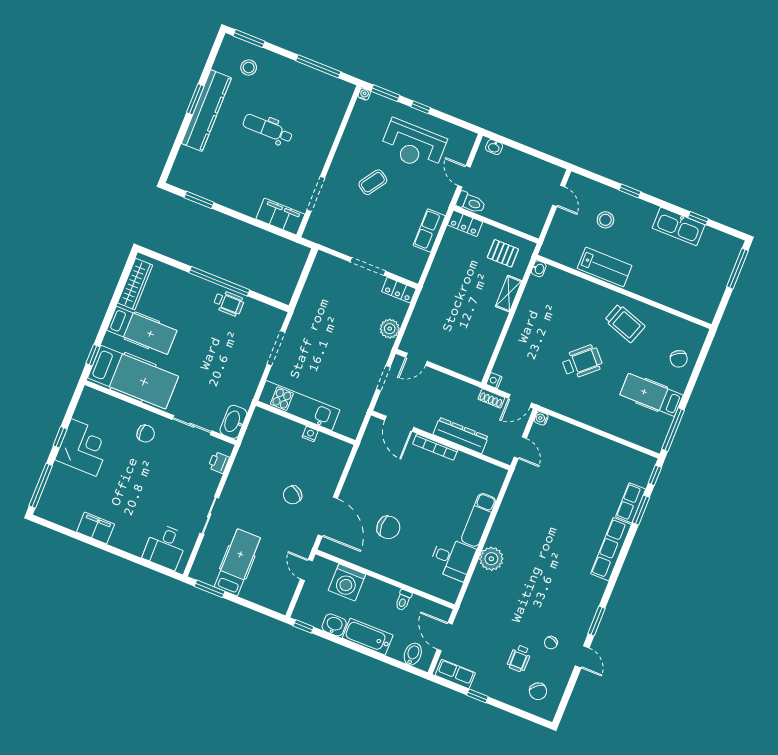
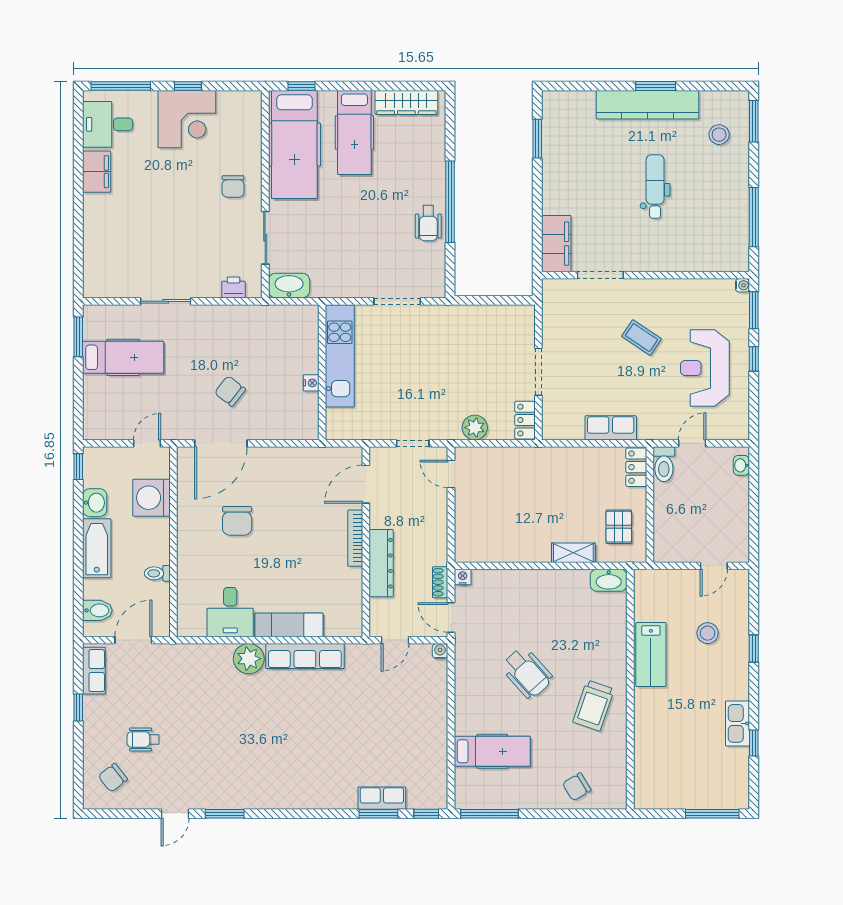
kitchen sink: (679, 226) -> (737, 723), width x0.73, depth x0.81
washbasin: (539, 269) -> (609, 580), width x1.91, depth x1.45
hospital bed: (652, 395) -> (492, 751), moved, turned 90
desk: (165, 547) -> (108, 124), moved
row of seats: (611, 549) -> (305, 656), moved, turned 180
chair: (551, 643) -> (177, 770), removed

